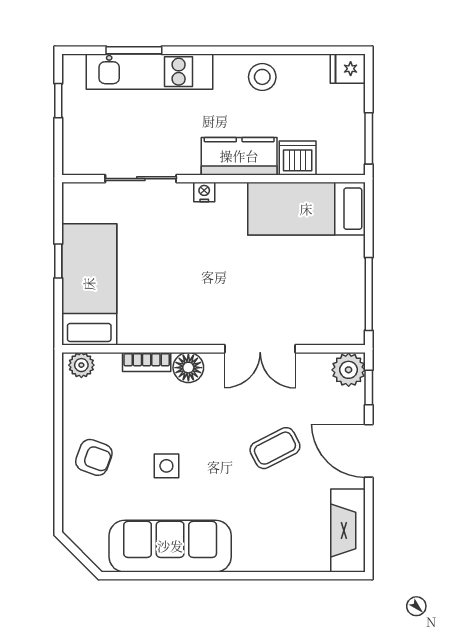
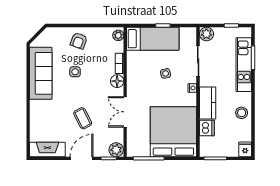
plant: (78, 159) -> (206, 34), added
bed: (306, 209) -> (173, 132), width x2.04
side table: (170, 254) -> (166, 73), added

